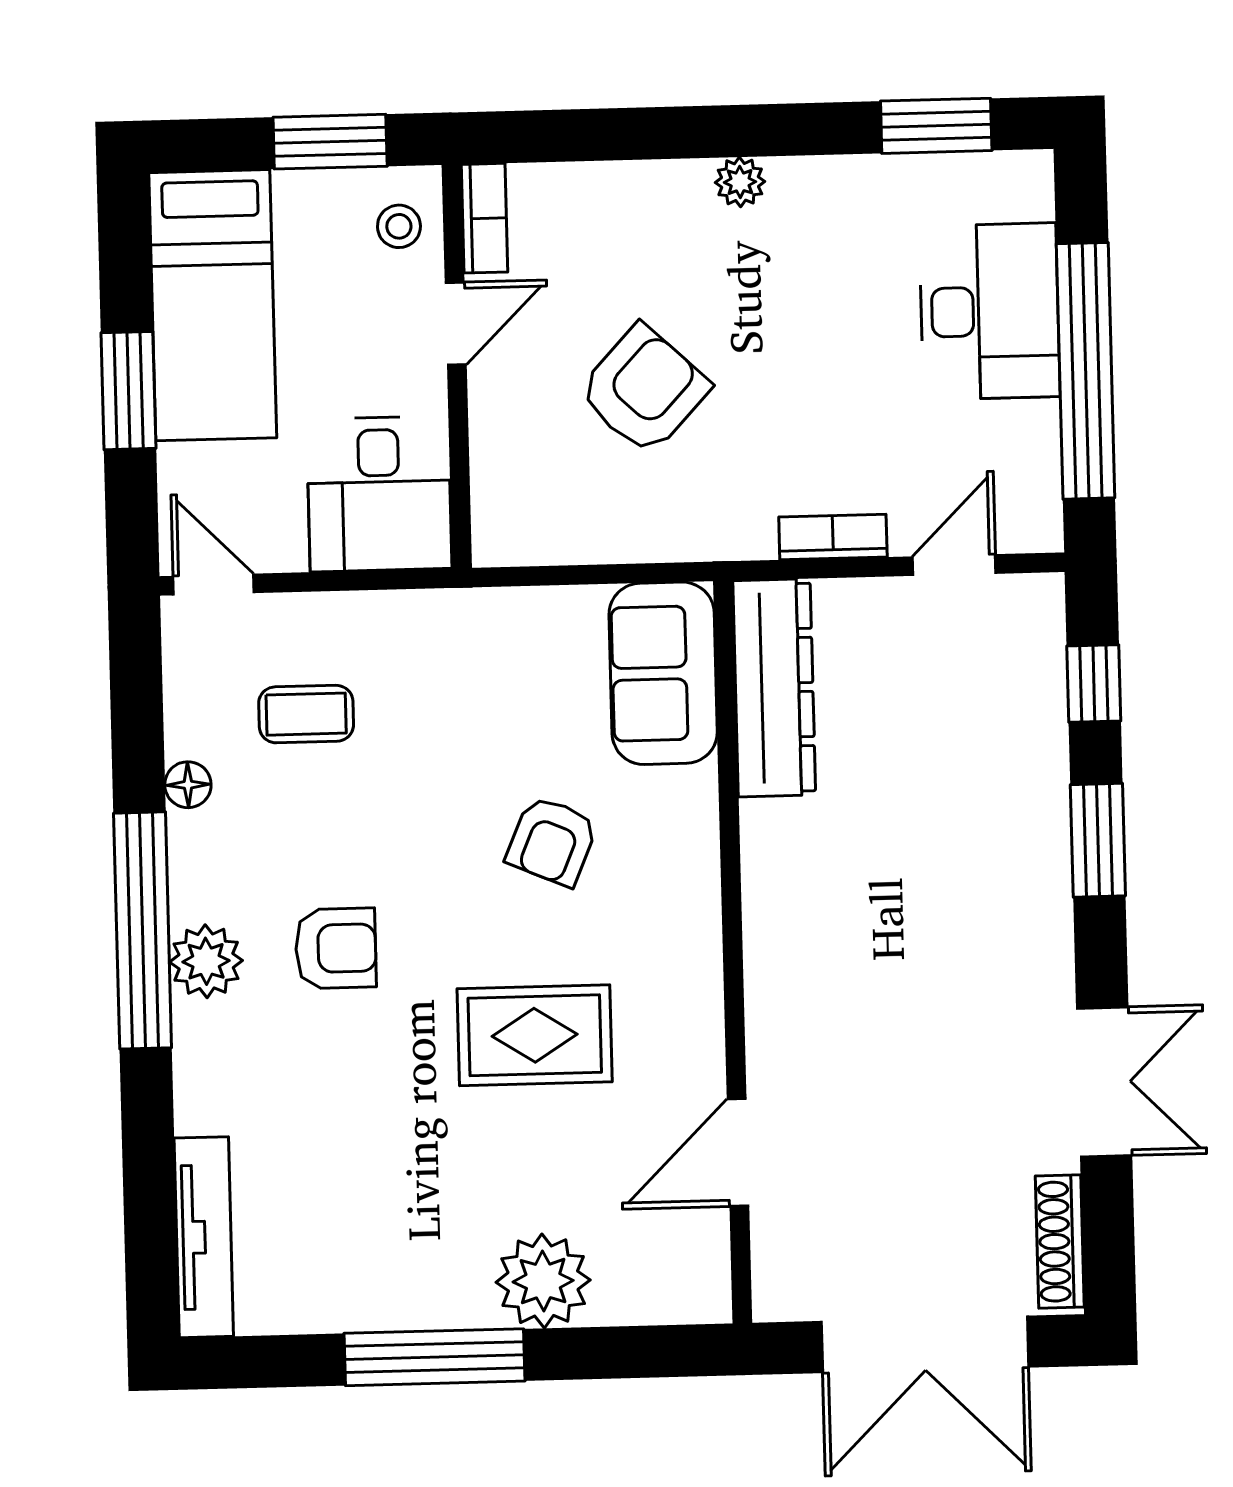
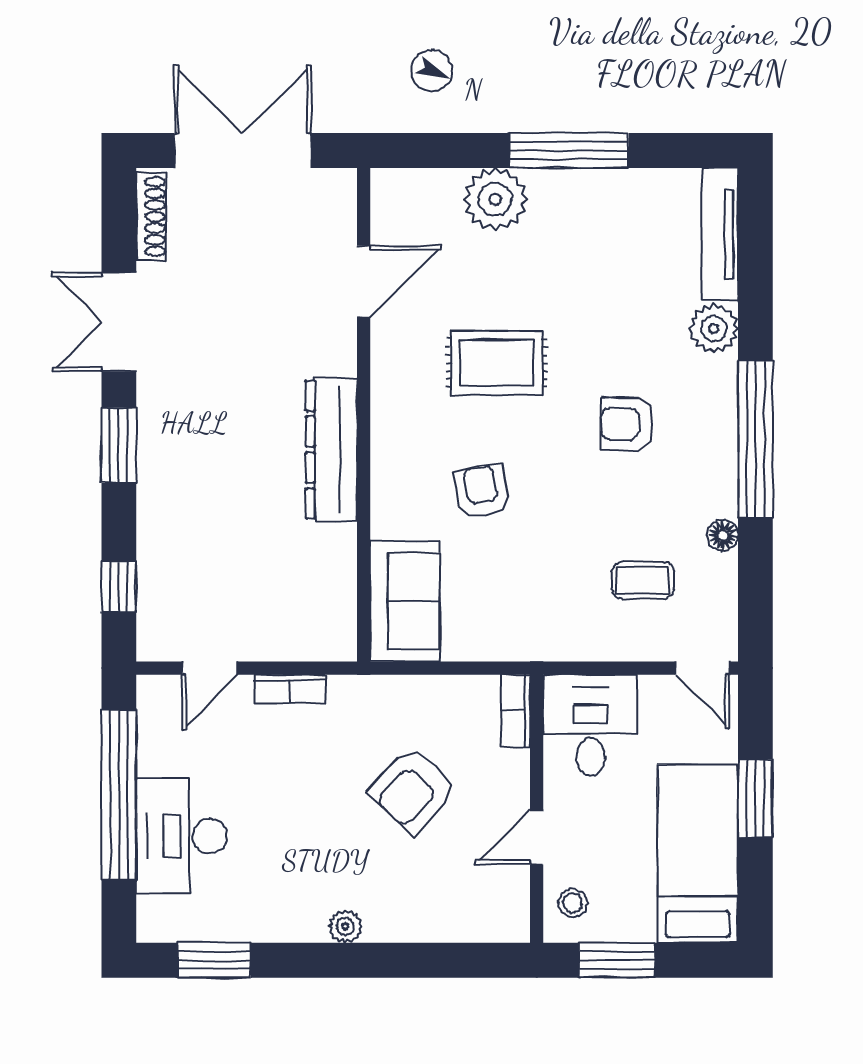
bookcase: (484, 218) -> (516, 711), moved
dresser: (774, 688) -> (331, 450), moved
window: (1098, 840) -> (119, 445), moved
armchair: (552, 841) -> (482, 492), turned -33
plant: (206, 961) -> (714, 329), moved

